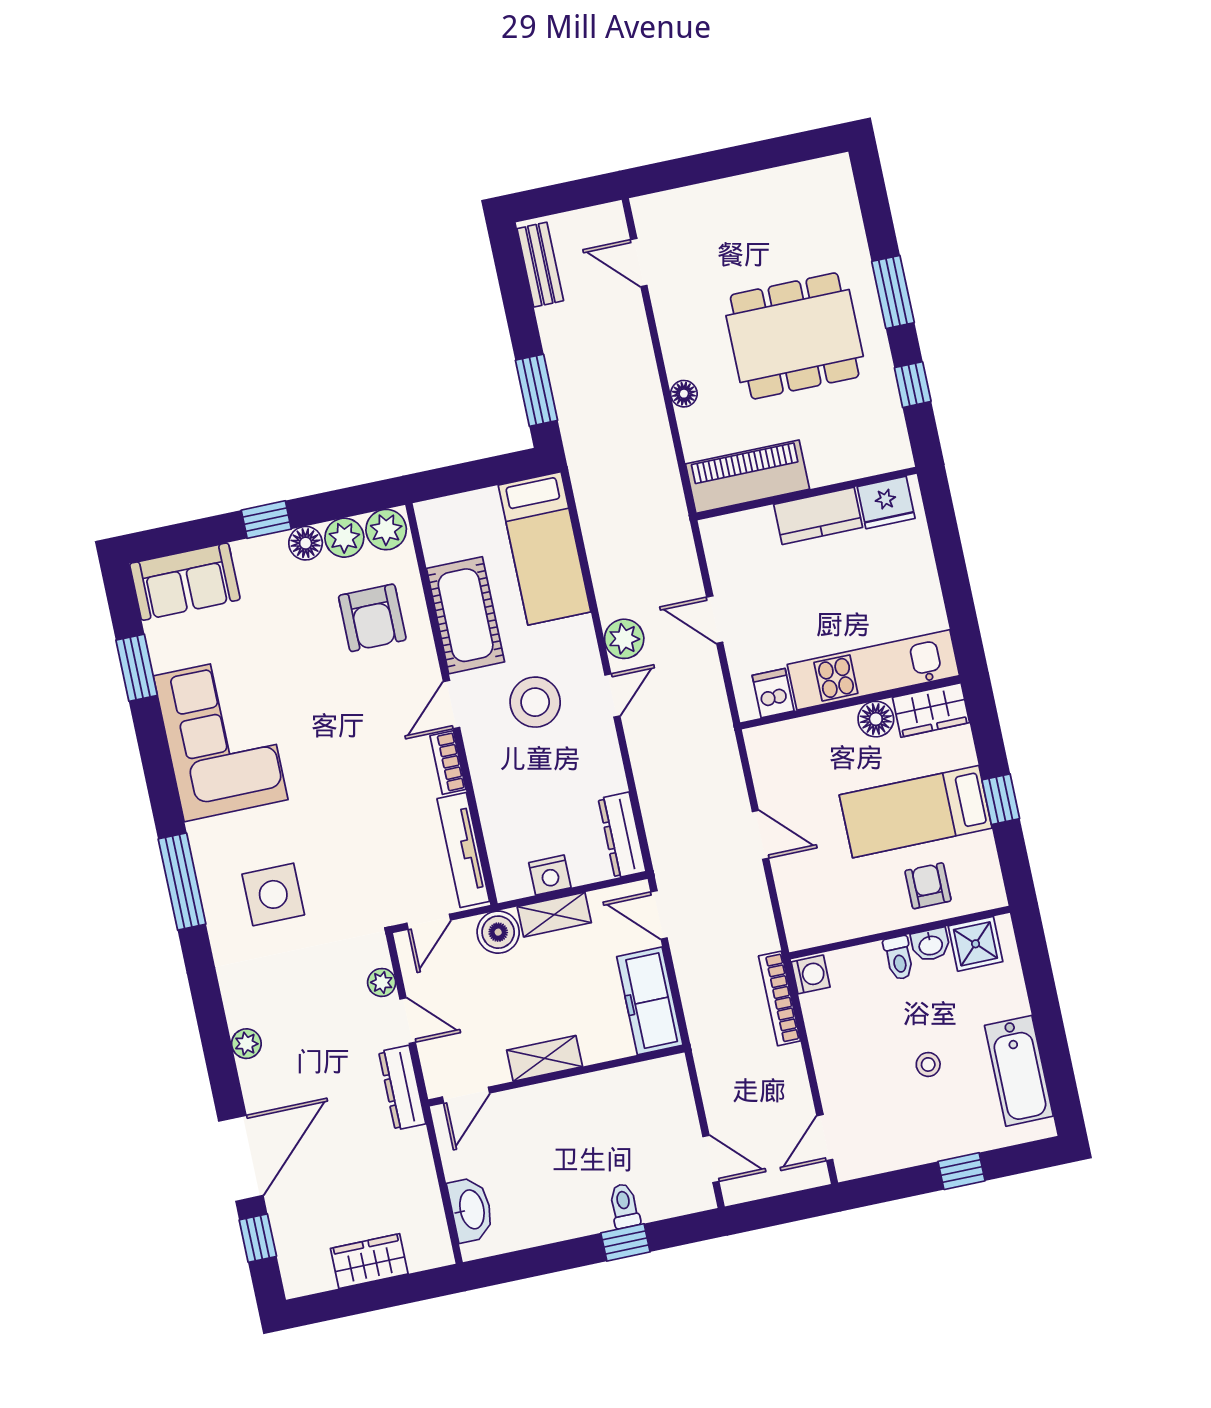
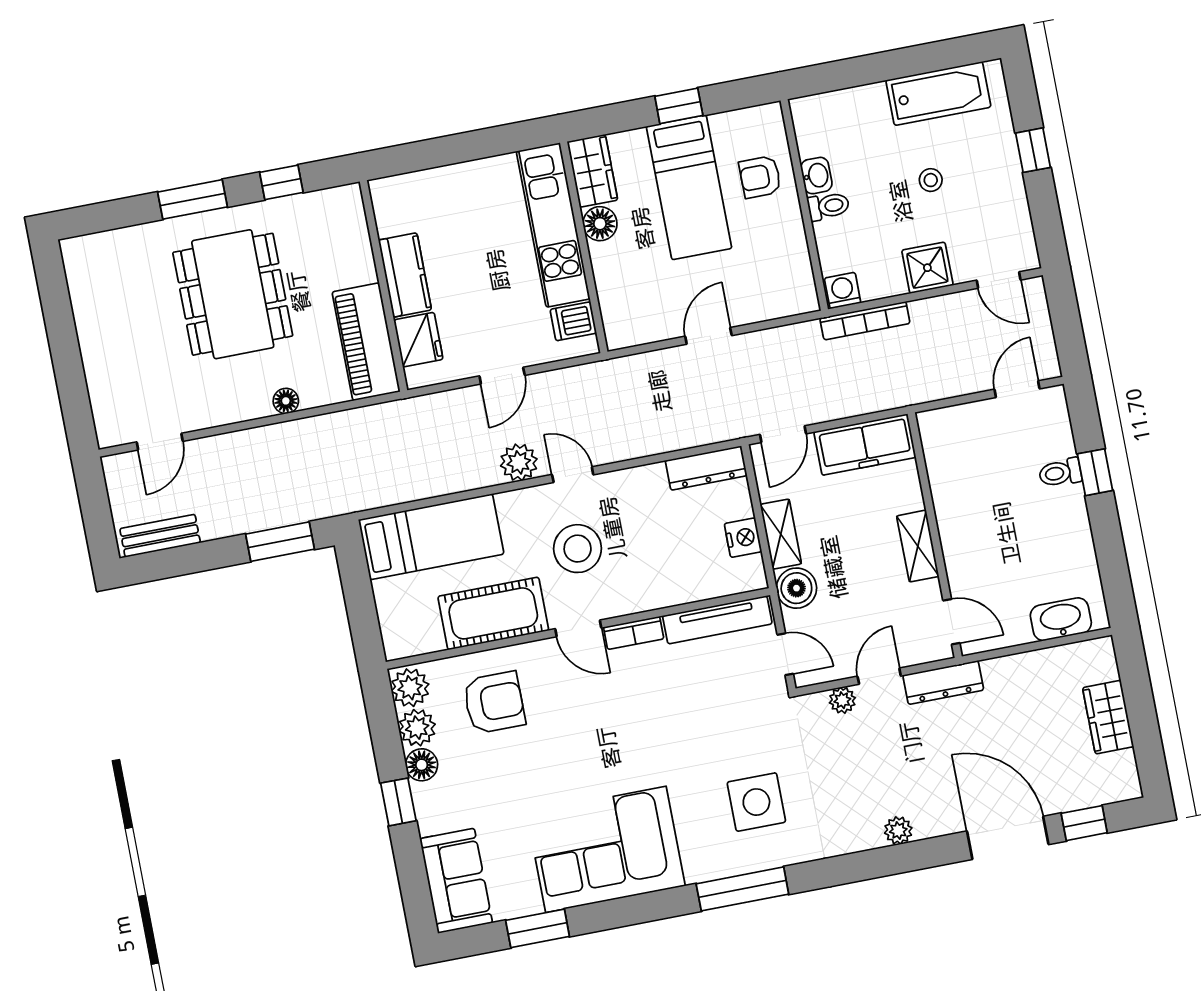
fridge: (886, 502) -> (418, 340), moved
shower: (976, 944) -> (927, 268), moved

